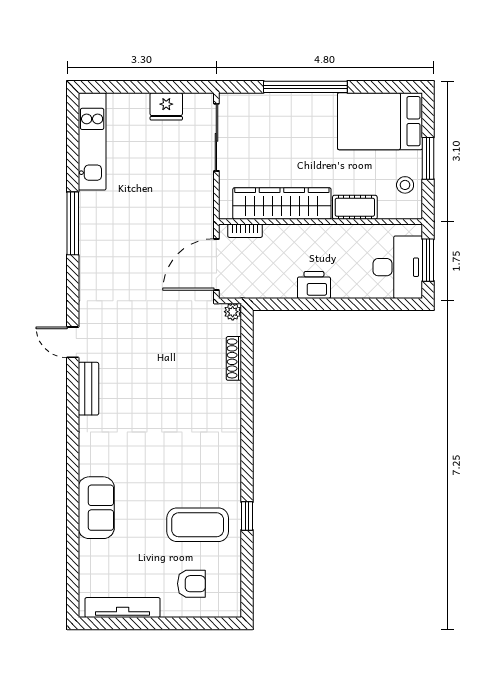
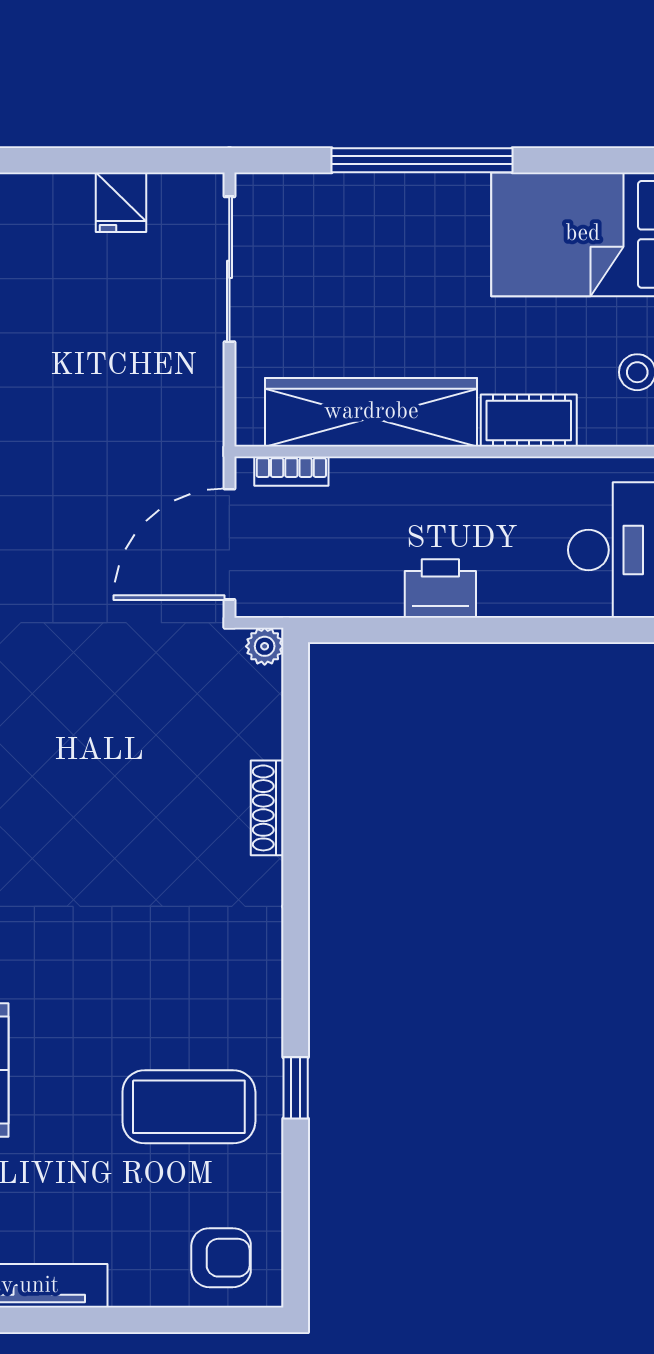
fridge: (166, 106) -> (121, 202), width x0.72
shoe rack: (234, 358) -> (267, 808), moved
armchair: (191, 584) -> (221, 1258), moved

